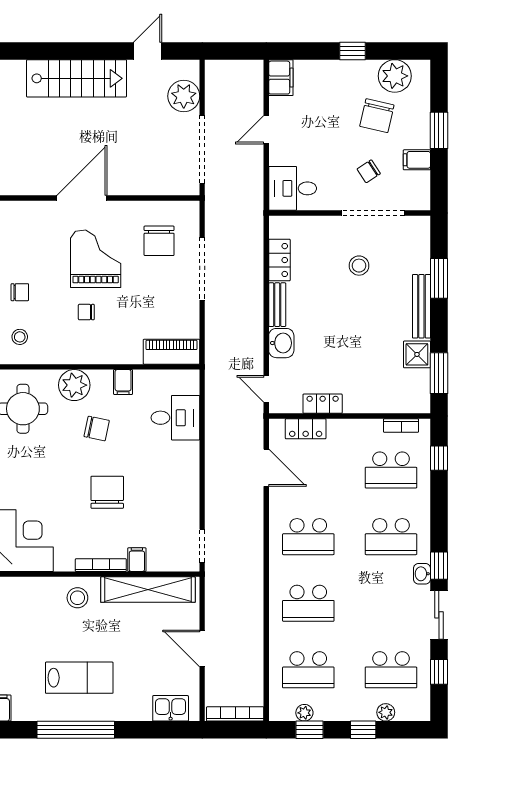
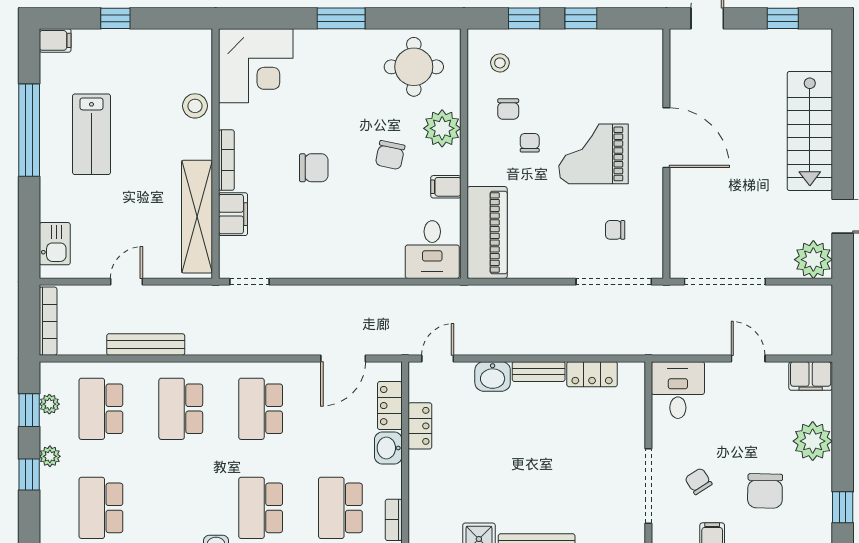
window: (352, 51) -> (843, 507), moved
plant: (395, 76) -> (813, 441), moved
plant: (184, 96) -> (813, 260), moved
chair: (377, 116) -> (765, 491), turned -102
chair: (159, 241) -> (615, 230), width x0.54, depth x0.54
grand piano: (96, 259) -> (594, 154), turned 180
stool: (359, 266) -> (585, 470), removed
doorway: (202, 269) -> (614, 282), moved
chair: (20, 292) -> (508, 109), moved
piano: (172, 352) -> (487, 233), width x1.37, depth x1.33
desk: (175, 418) -> (432, 250), moved
washbasin: (341, 430) -> (388, 448), added
chair: (107, 492) -> (314, 168), width x0.73, depth x0.73
filing cabinet: (137, 560) -> (233, 214), width x2.00
stool: (77, 598) -> (195, 106), moved
bench: (255, 632) -> (146, 344), added
door: (202, 648) -> (126, 282), width x0.73
plant: (386, 712) -> (50, 456), moved

